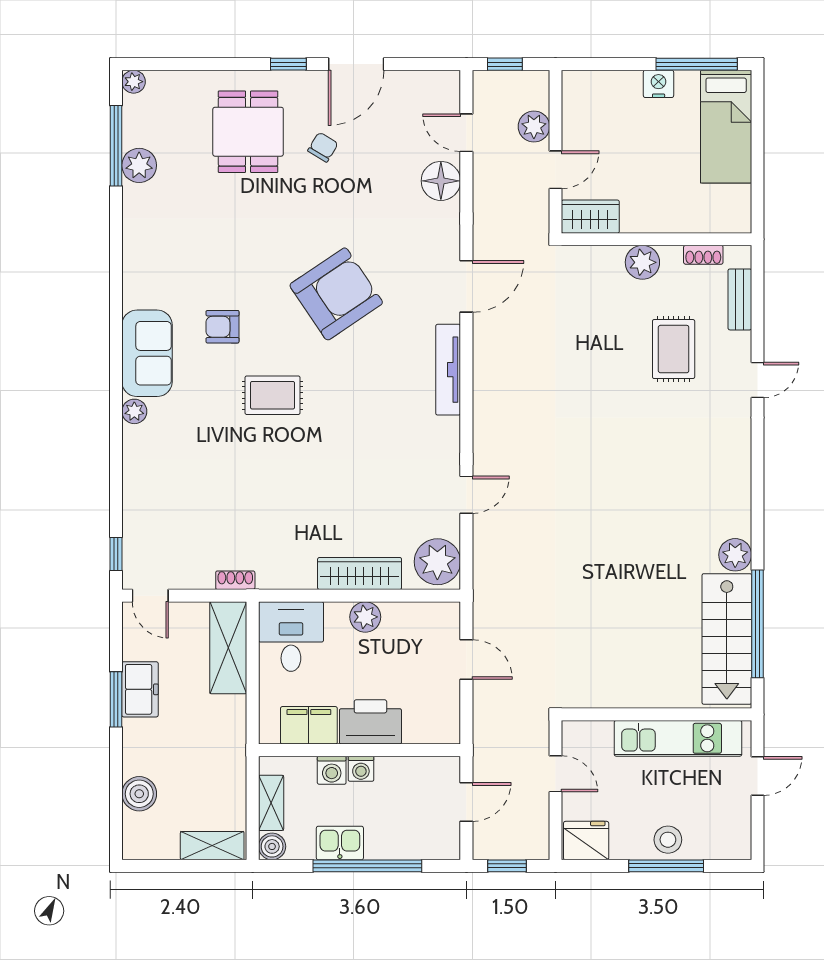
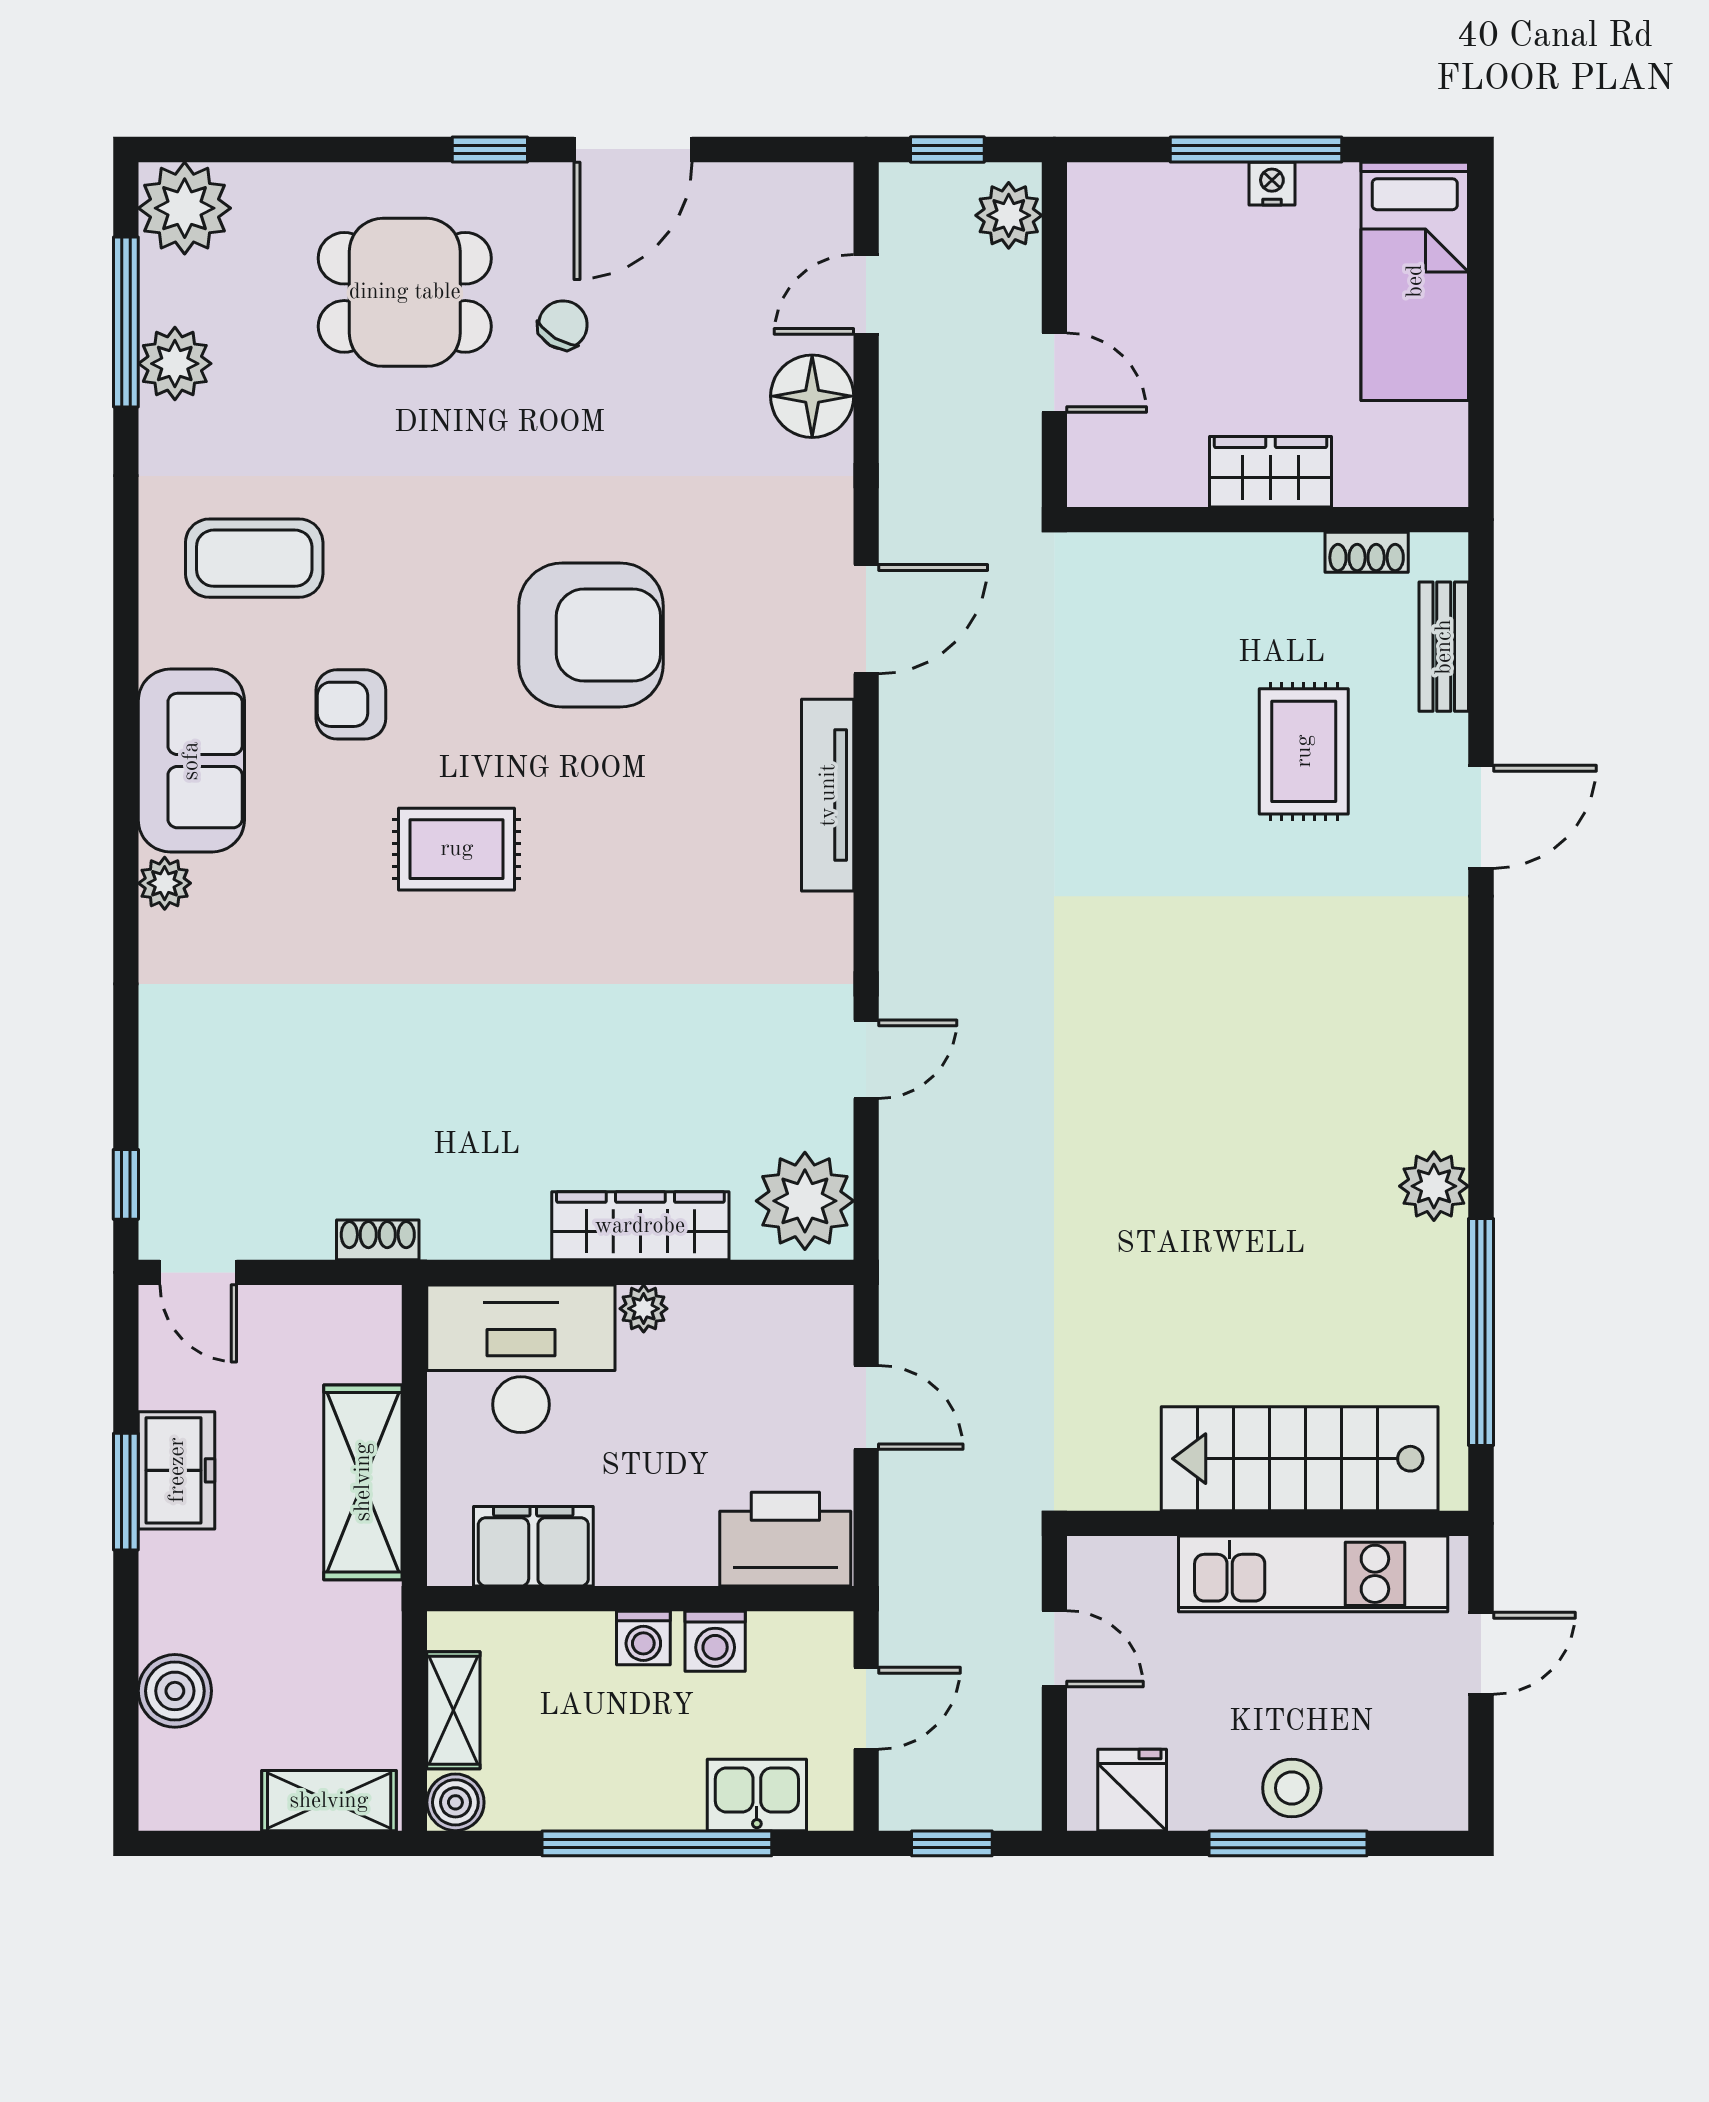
window: (697, 64) -> (1256, 149), moved
plant: (134, 82) -> (185, 208), width x1.88, depth x1.88
nightstand: (659, 84) -> (1272, 184), width x0.72, depth x0.74
plant: (534, 127) -> (1009, 215), moved
dining table: (248, 132) -> (405, 292), turned 90
door: (466, 133) -> (866, 294), hinge flipped
door: (556, 170) -> (1054, 373), hinge flipped
wardrobe: (590, 217) -> (1271, 472), moved
coffee table: (177, 258) -> (254, 558), added
plant: (642, 262) -> (1238, 568), removed
armchair: (336, 294) -> (591, 635), turned 34
door: (757, 380) -> (1481, 817), width x1.37
plant: (365, 617) -> (644, 1309), width x0.73, depth x0.73
desk: (291, 637) -> (521, 1359), width x1.37
stairs: (727, 639) -> (1300, 1459), moved, turned 90
shelving: (228, 648) -> (363, 1482), moved
printer: (370, 722) -> (785, 1539), moved
washing machine: (332, 770) -> (715, 1641), moved
fridge: (586, 841) -> (1132, 1790), width x0.72
kitchen sink: (340, 843) -> (757, 1795), moved

